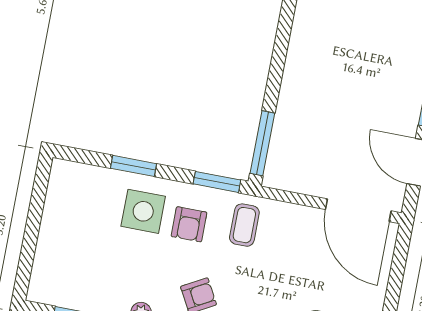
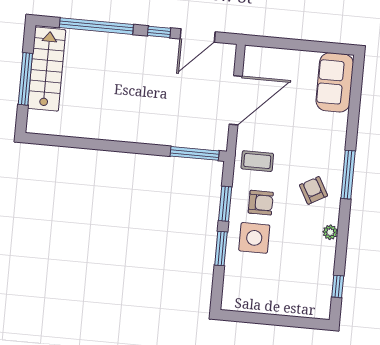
window: (217, 182) -> (225, 204), moved
door: (358, 210) -> (236, 100), moved

